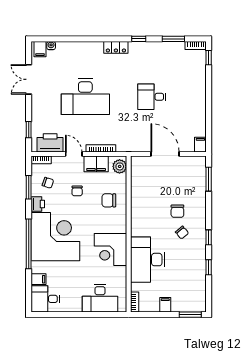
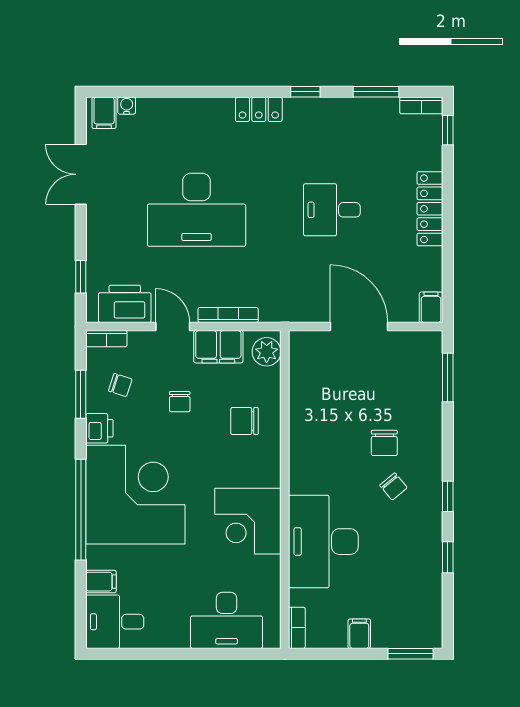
locker: (200, 96) -> (430, 209), added

